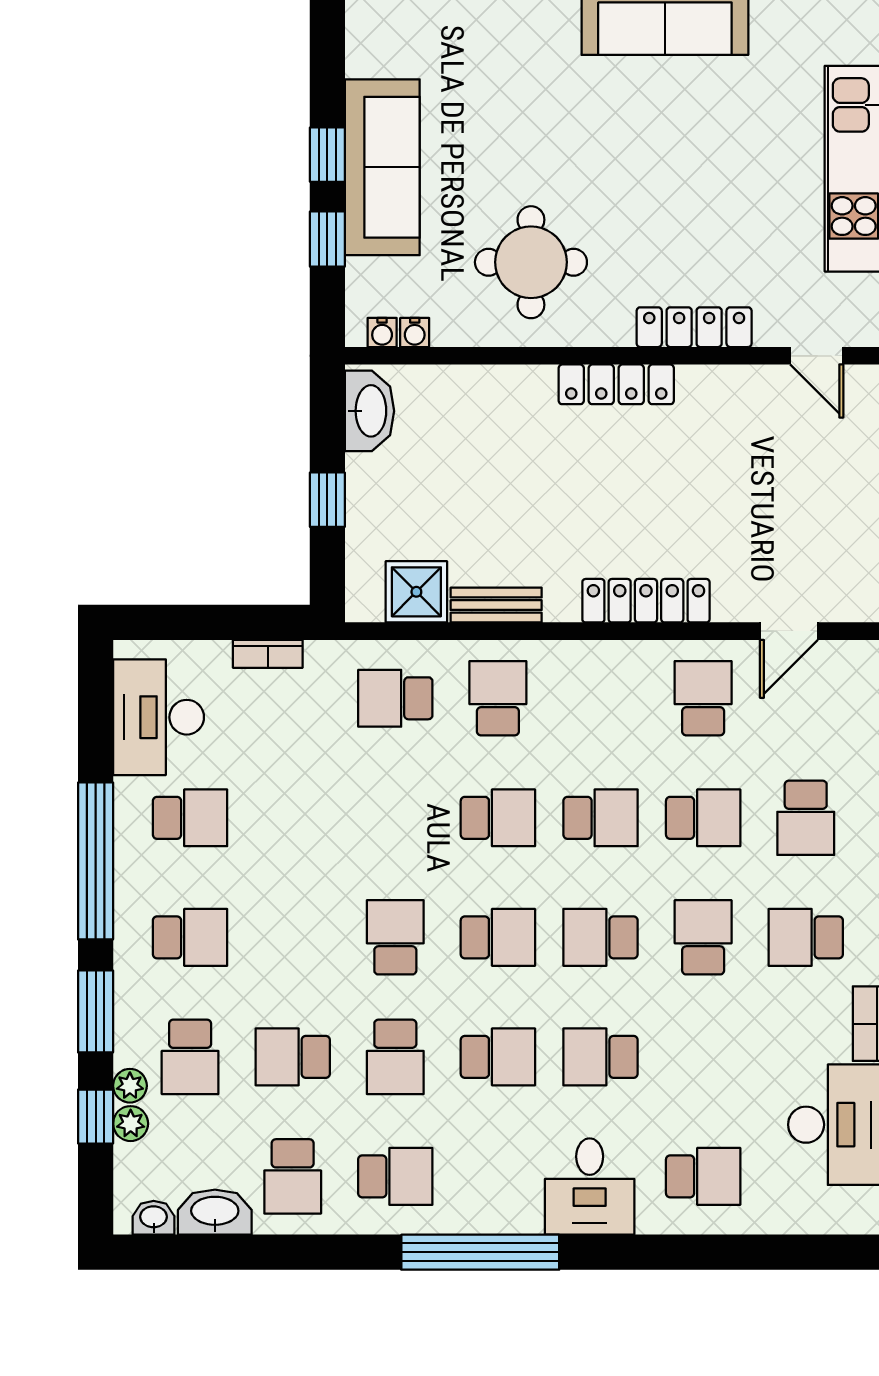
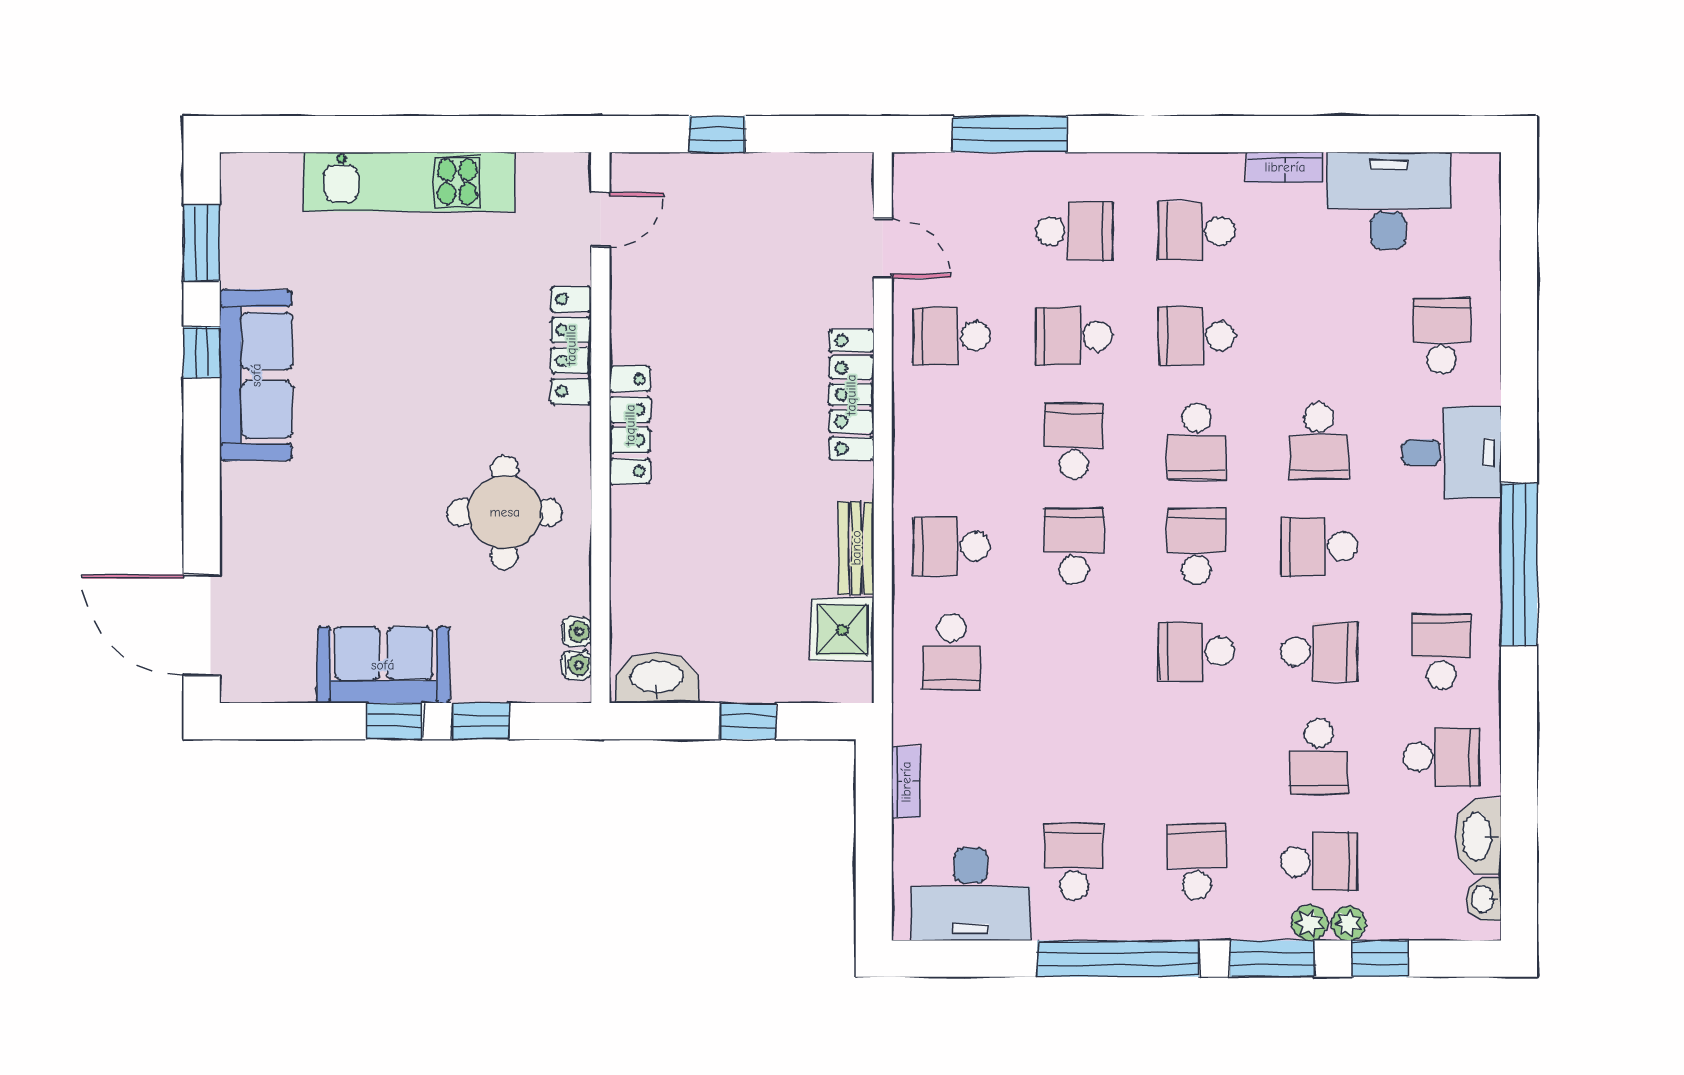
sofa: (382, 167) -> (383, 665), width x0.73
school desk: (703, 818) -> (1074, 336), turned -90
school desk: (806, 937) -> (1196, 231), turned 90
school desk: (498, 1057) -> (1319, 546), turned -90
plant: (131, 1124) -> (1310, 923), moved

